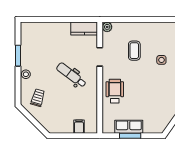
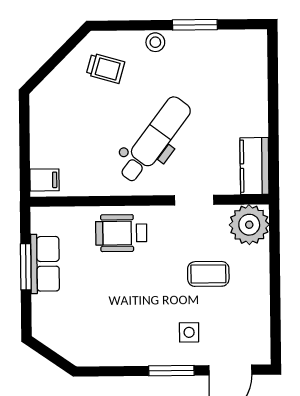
plant: (107, 27) -> (249, 225), width x1.88, depth x1.88
dental chair: (71, 75) -> (155, 140), width x1.36, depth x1.38
wheelchair: (115, 91) -> (121, 233), turned 180
filing cabinet: (79, 127) -> (44, 180), moved

